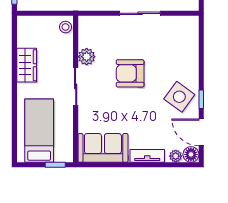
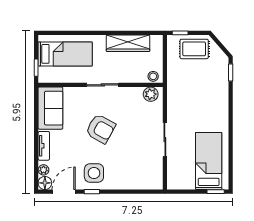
plant: (87, 57) -> (151, 94), moved
wardrobe: (27, 65) -> (128, 43), width x1.50
armchair: (130, 73) -> (101, 129), moved, turned 119
side table: (179, 97) -> (94, 173), turned -36

